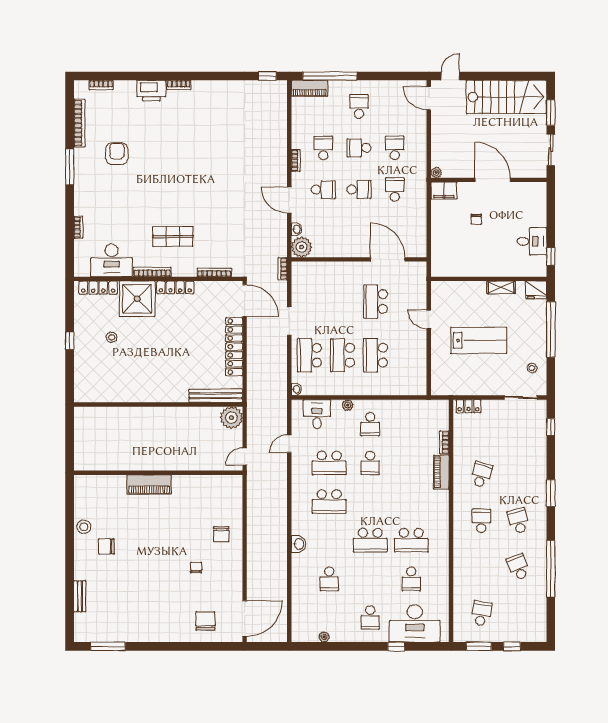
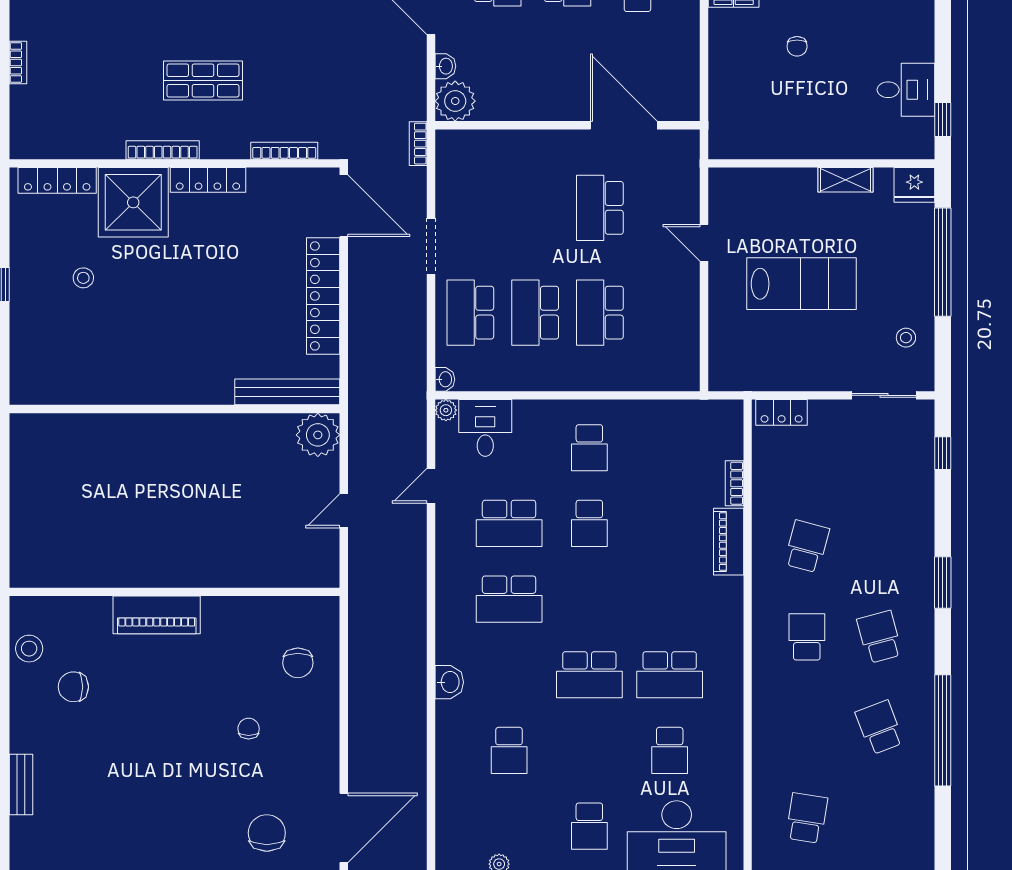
desk: (112, 260) -> (83, 127), removed
plant: (348, 405) -> (446, 410), moved
wall: (158, 473) -> (174, 592), moved
piano: (149, 485) -> (157, 615), moved

